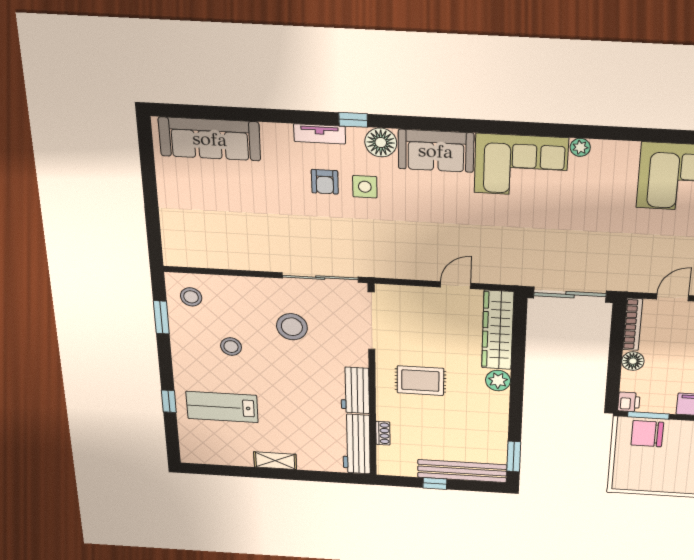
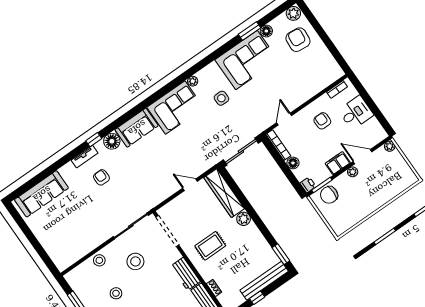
armchair: (325, 182) -> (101, 177), turned 180
side table: (365, 187) -> (221, 98), moved
door: (456, 285) -> (190, 185), hinge flipped
stool: (191, 297) -> (99, 260), moved

